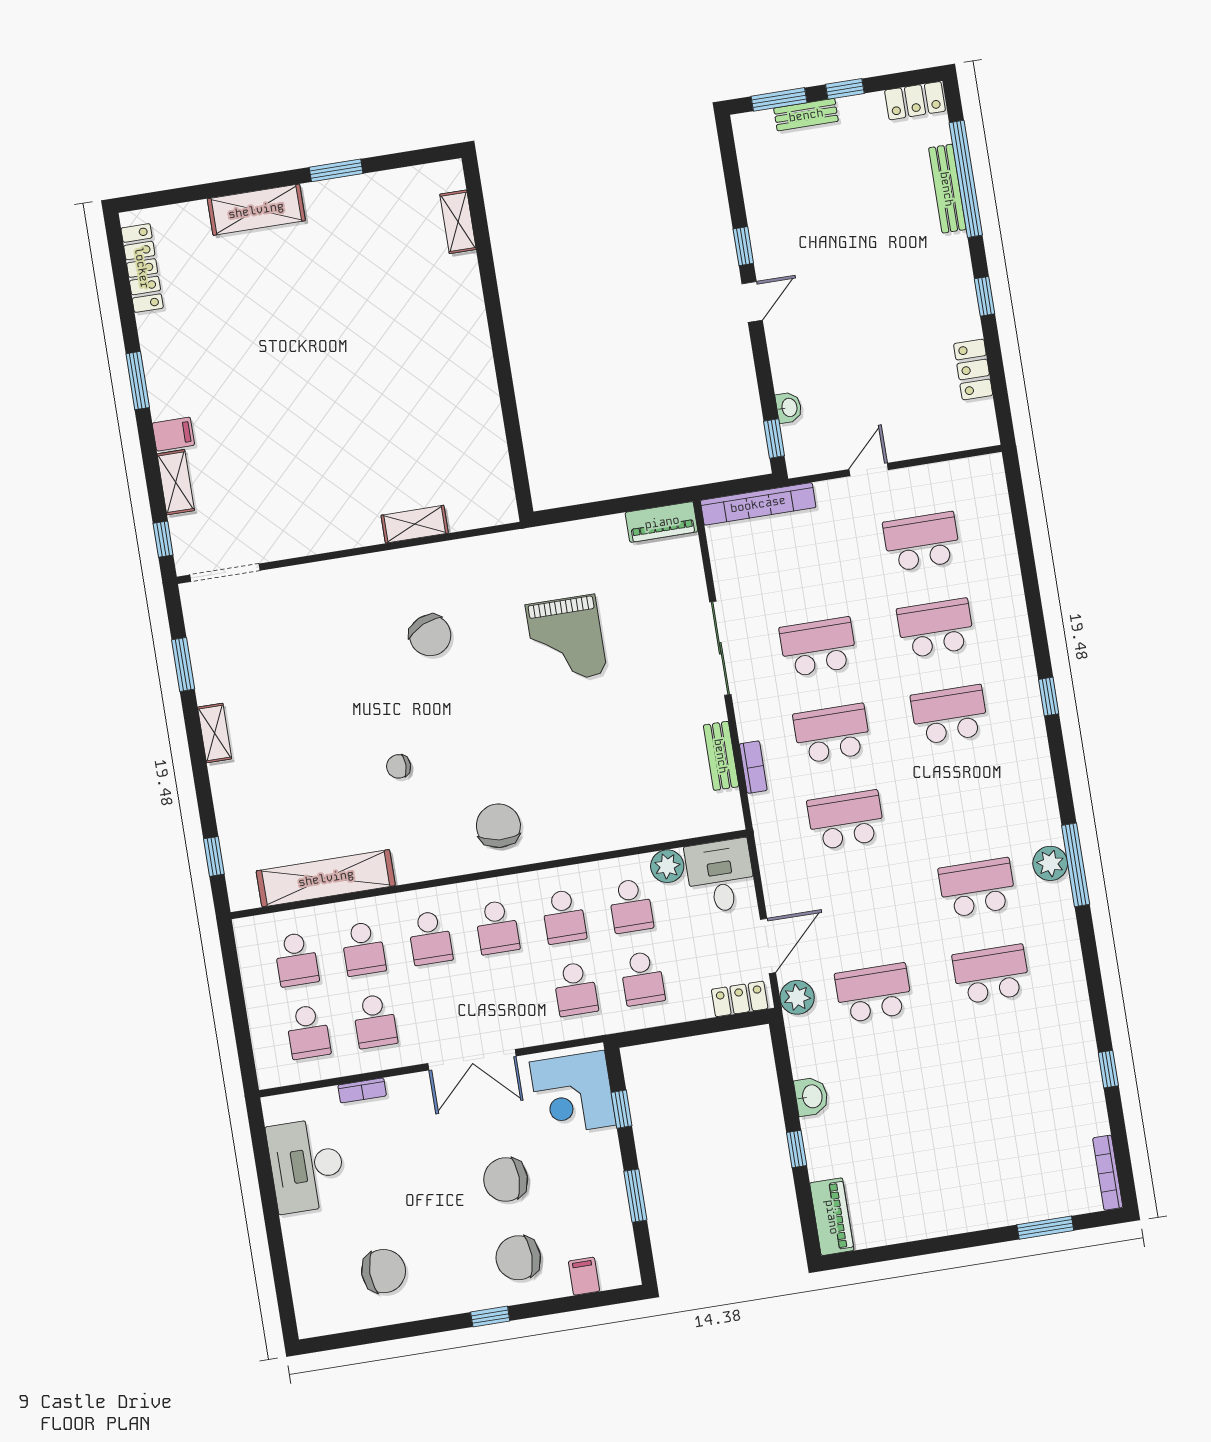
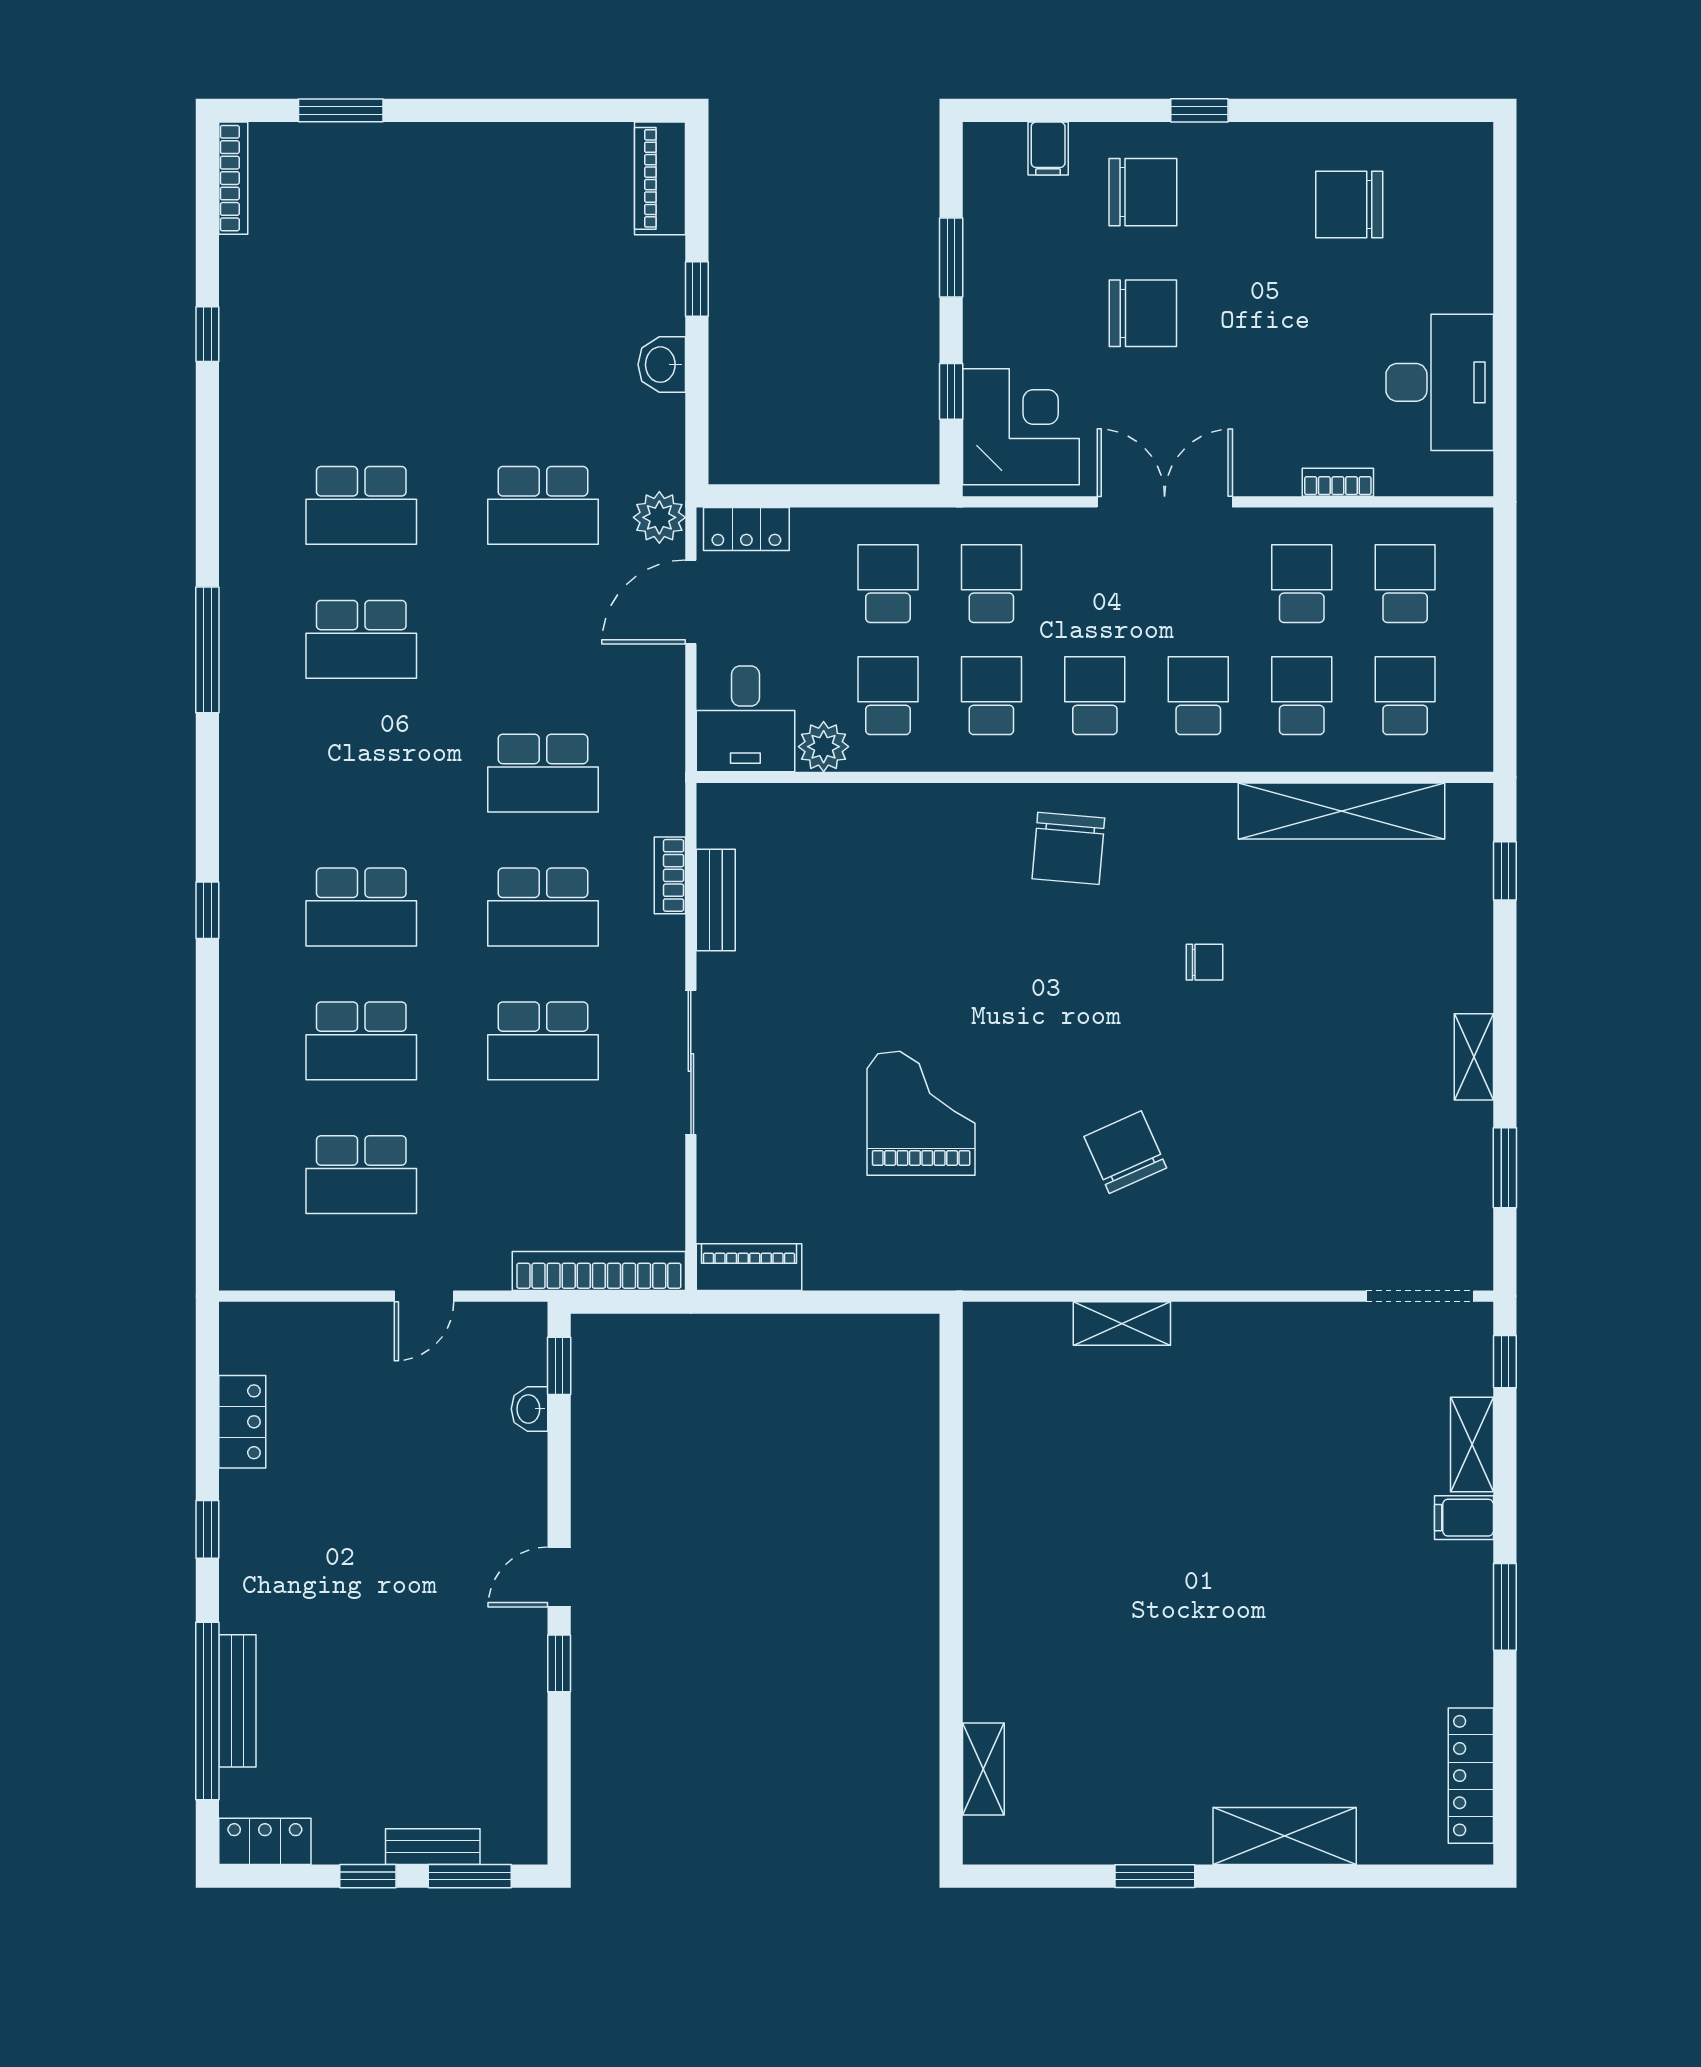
plant: (1050, 863) -> (245, 658), removed

